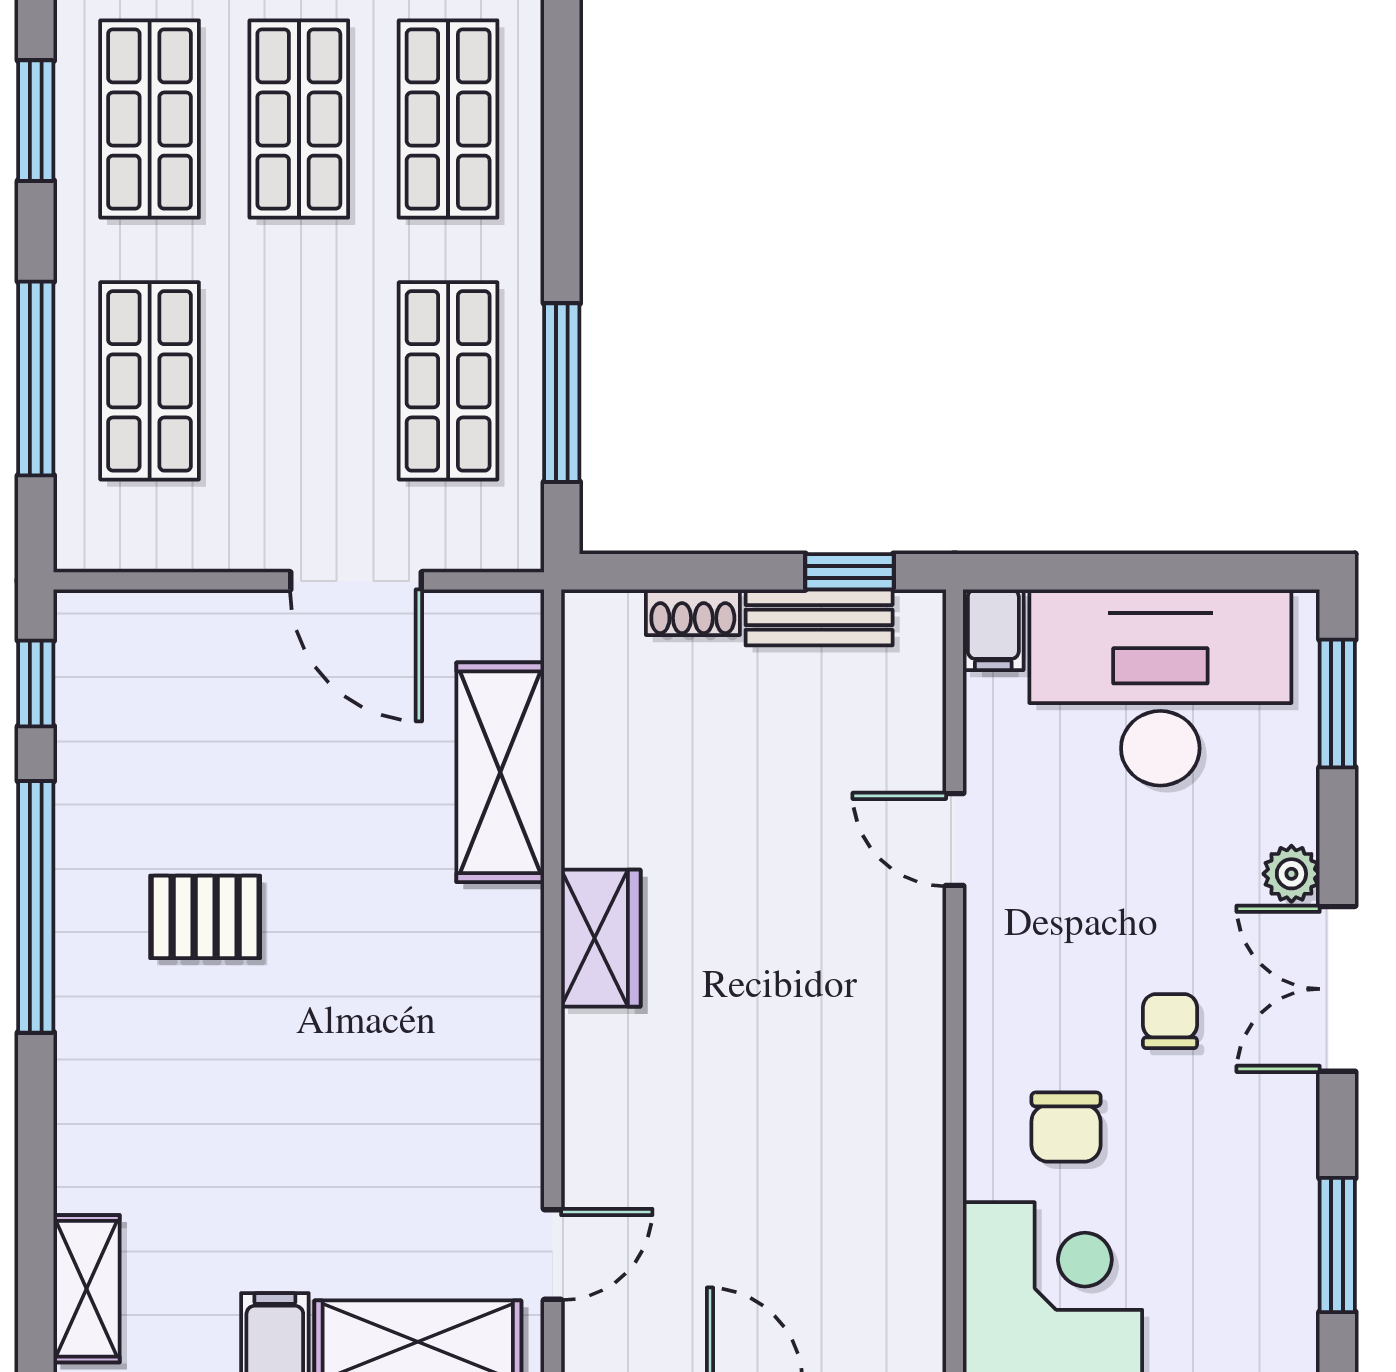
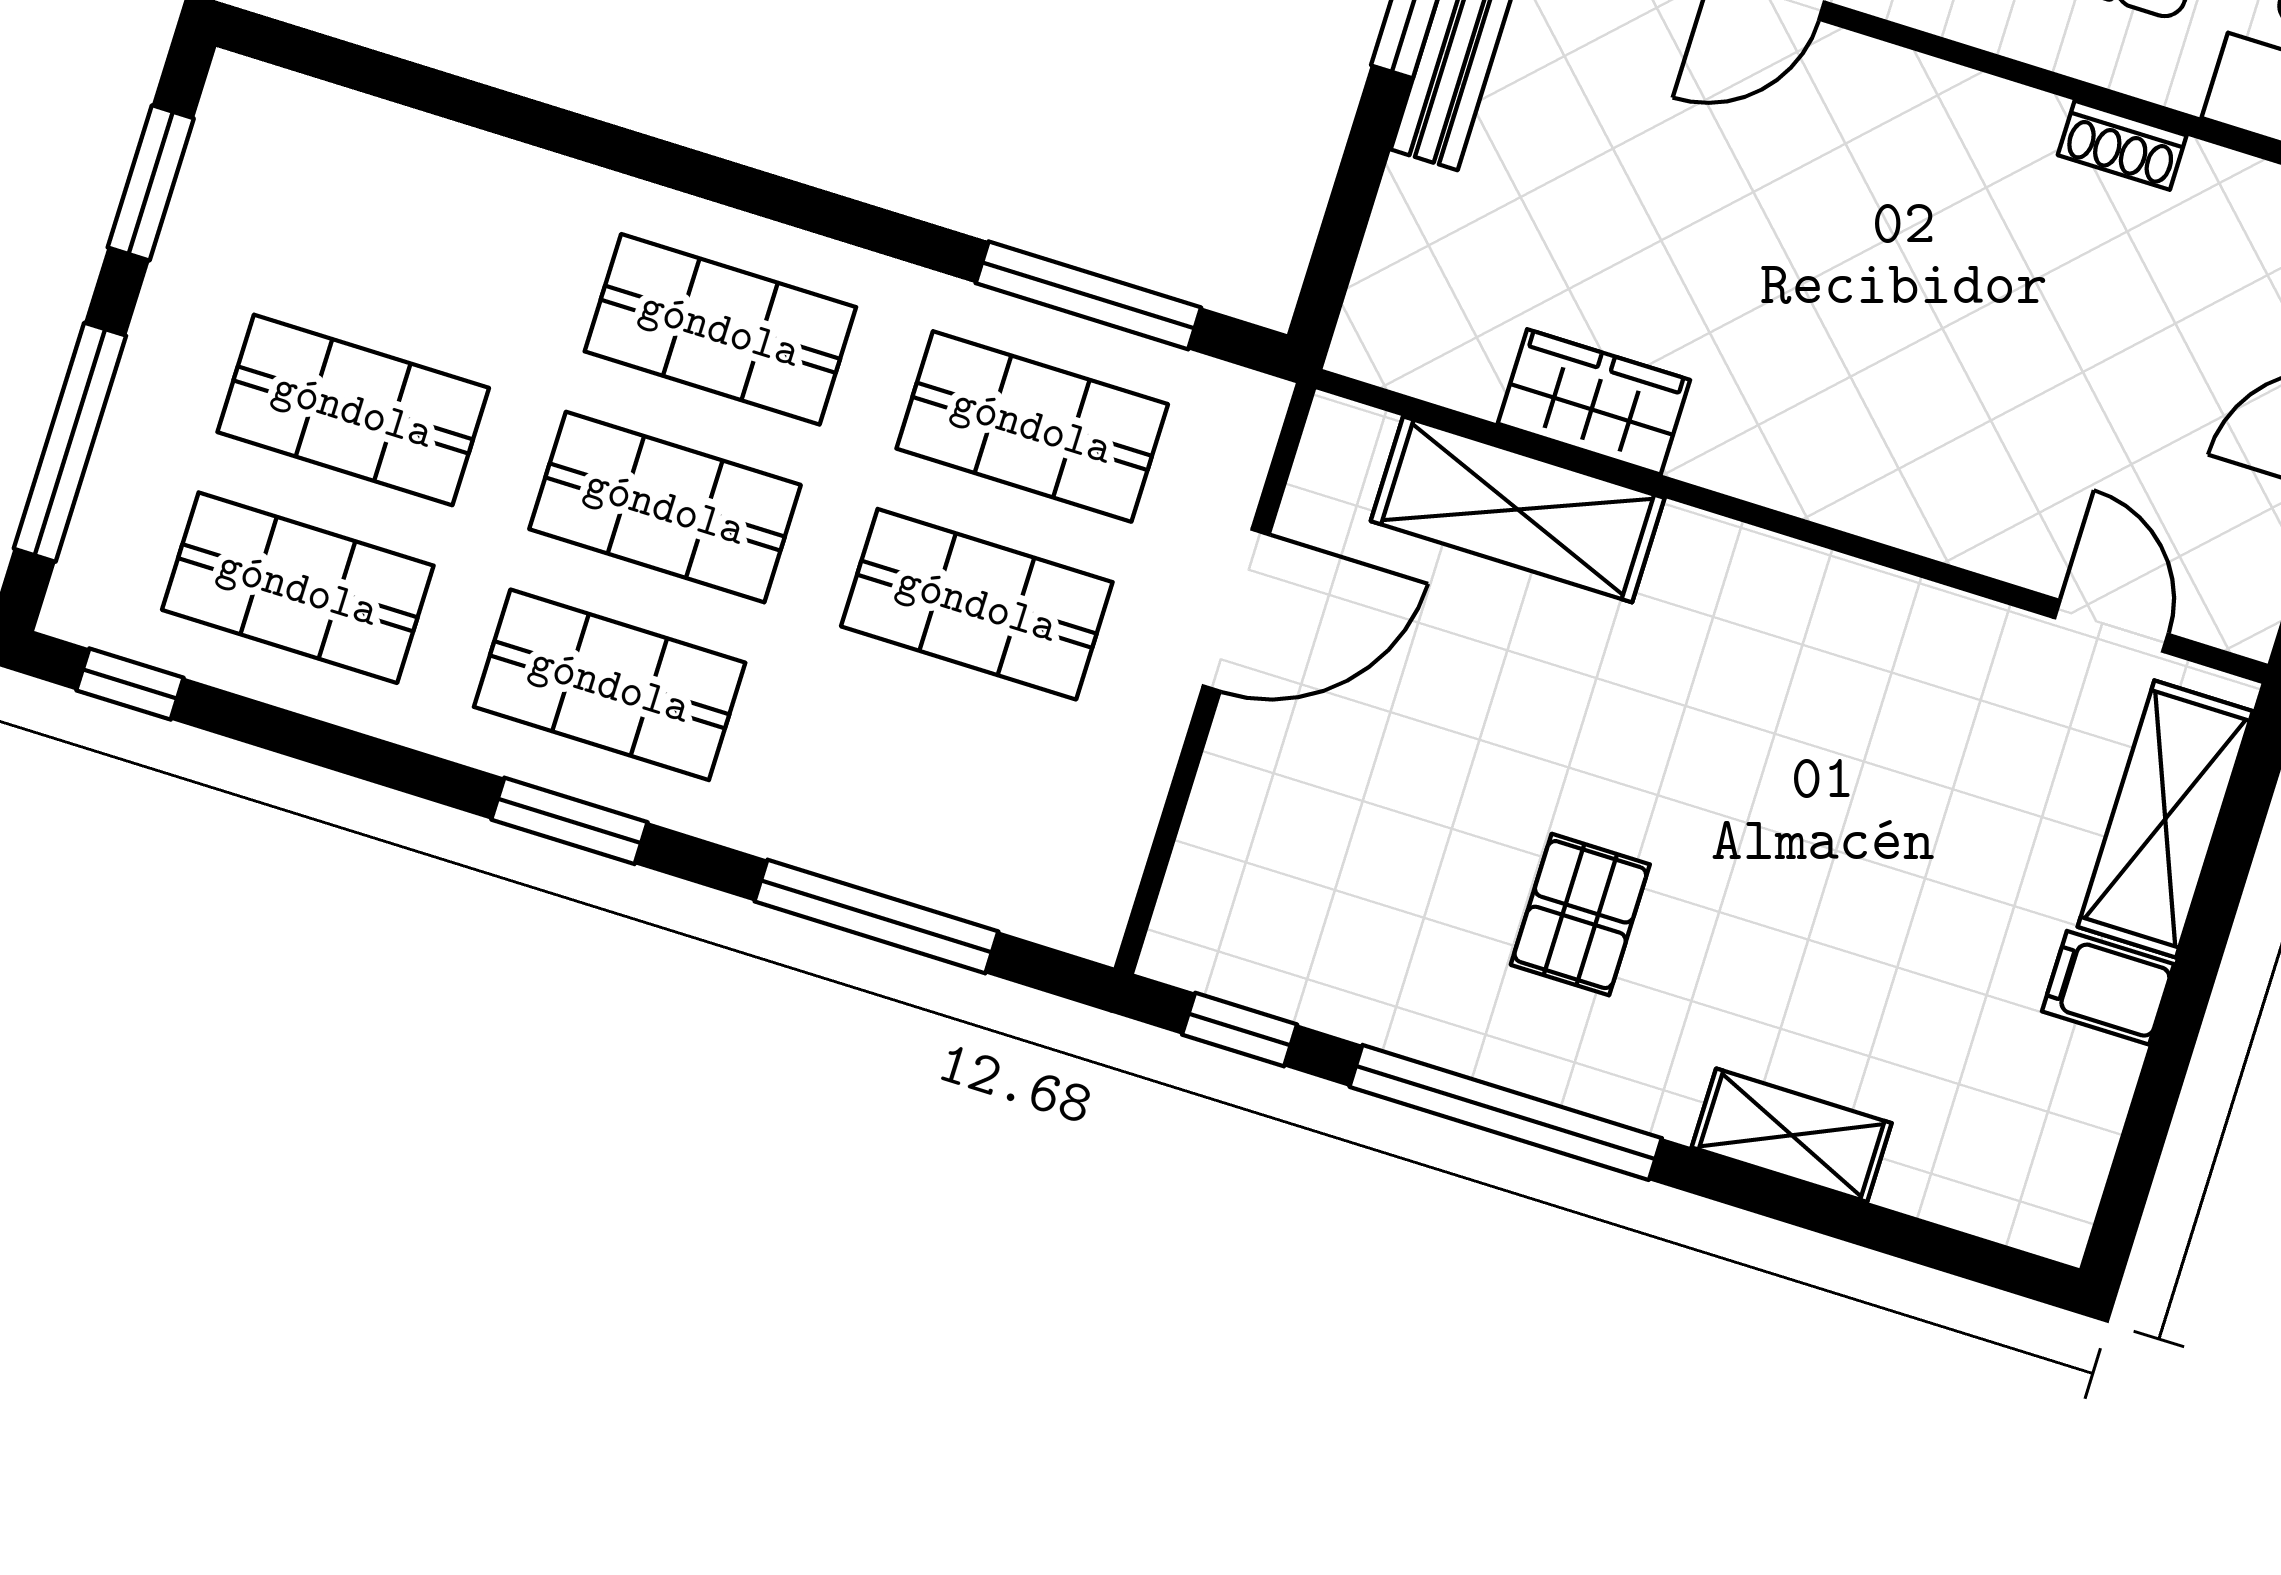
shop shelf: (150, 381) -> (977, 604), moved
shoe rack: (693, 612) -> (2122, 145), moved, turned 90
wardrobe: (601, 938) -> (1594, 402), moved
shelving: (87, 1289) -> (1792, 1135), moved

